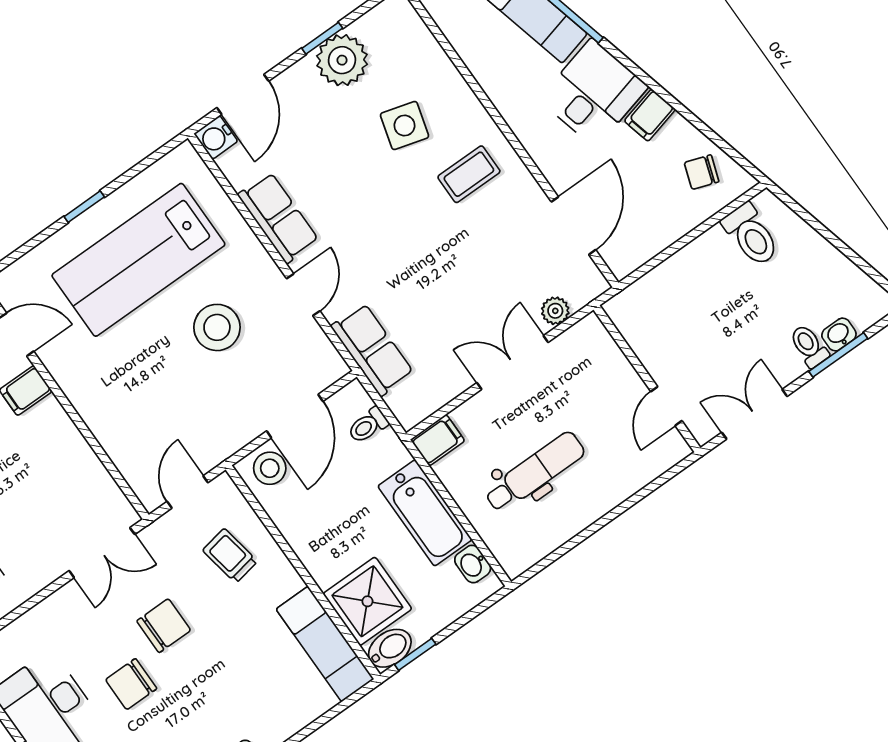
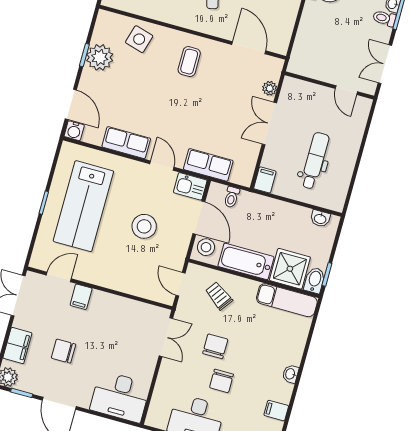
side table: (404, 126) -> (139, 39), moved
stool: (217, 327) -> (144, 226), moved
kitchen sink: (320, 360) -> (190, 186), added
bathtub: (425, 513) -> (246, 261), moved, turned 180
trolley: (230, 556) -> (219, 296), turned 46

